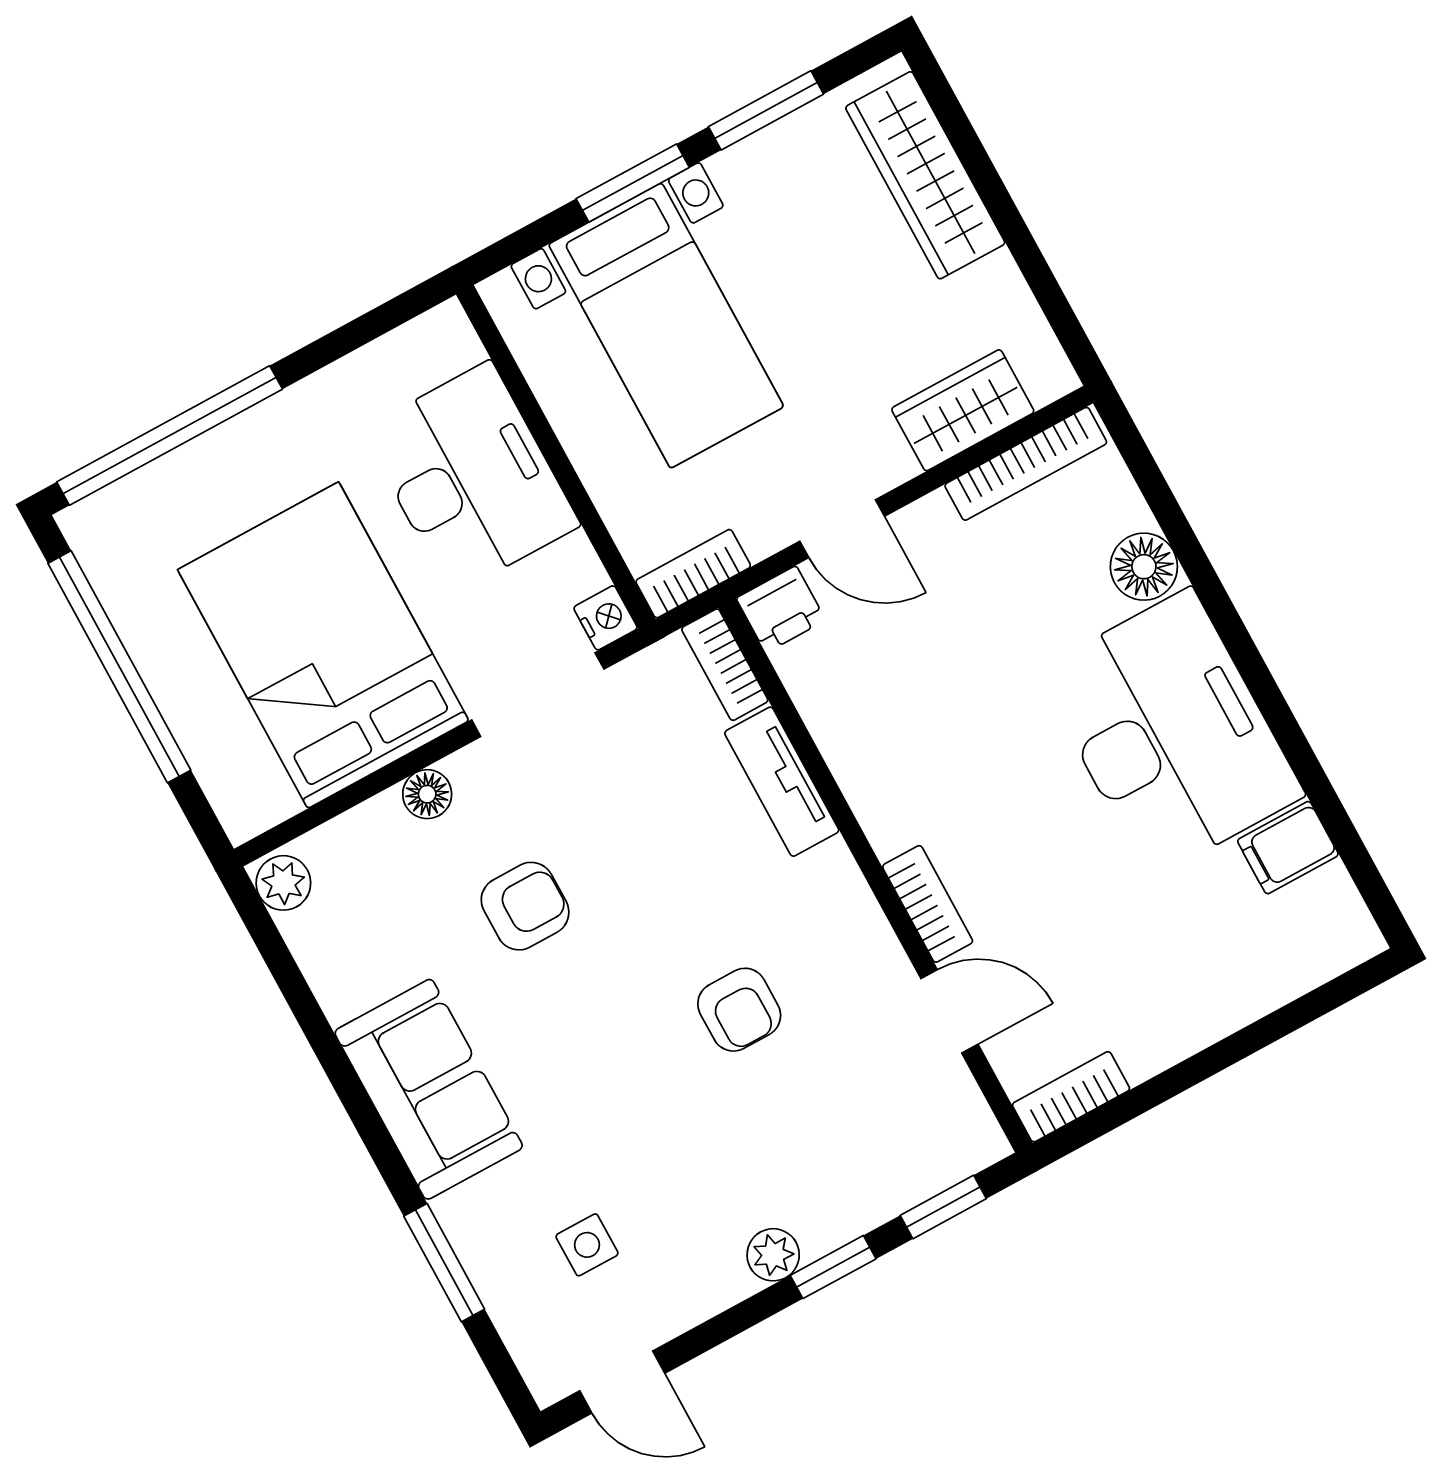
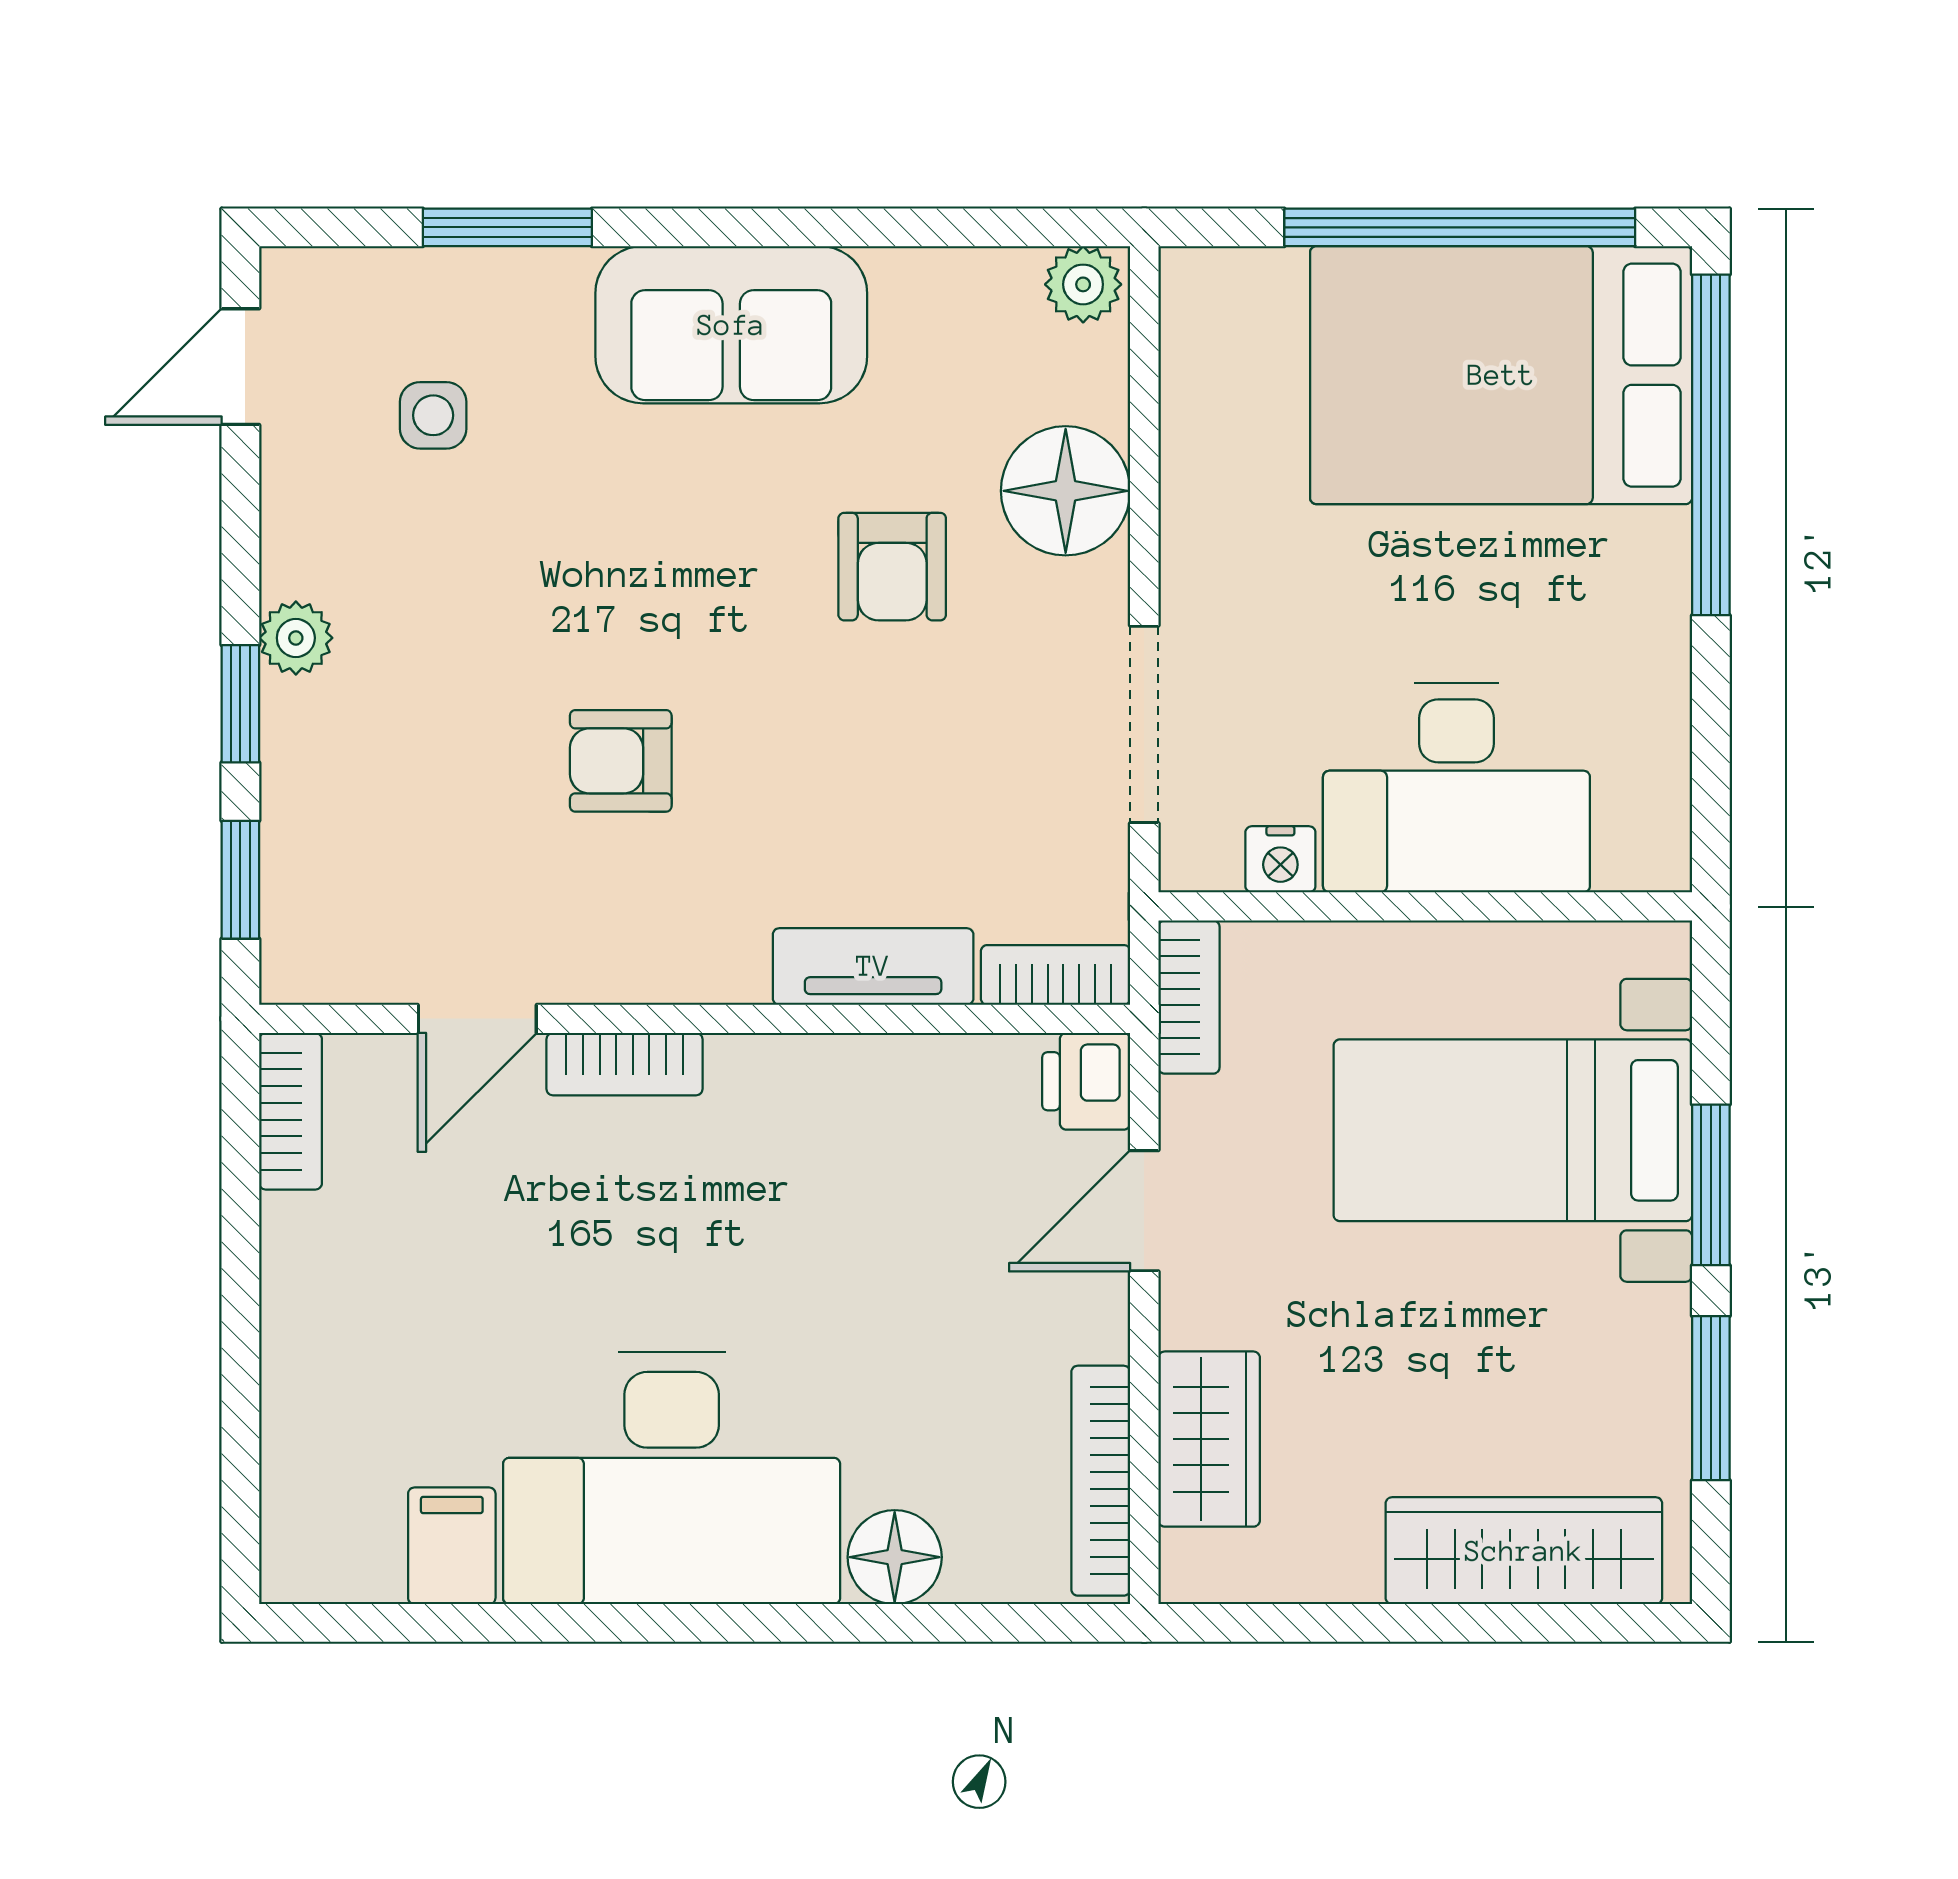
nightstand: (605, 618) -> (1280, 859), moved
bed: (323, 645) -> (1501, 375), moved, turned 180
floor lamp: (427, 794) -> (1066, 491), width x1.89, depth x1.89

